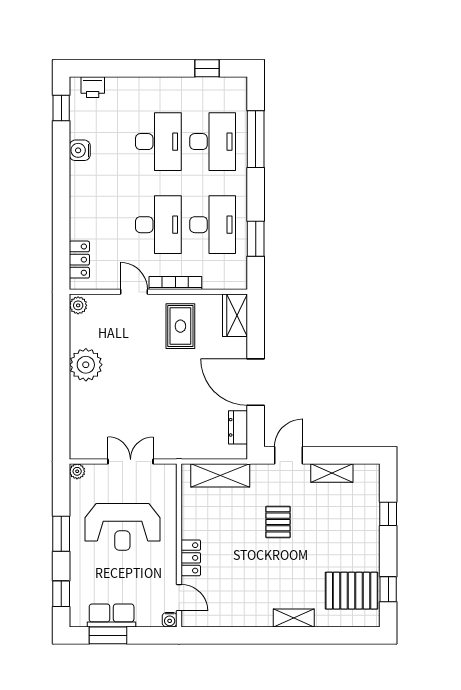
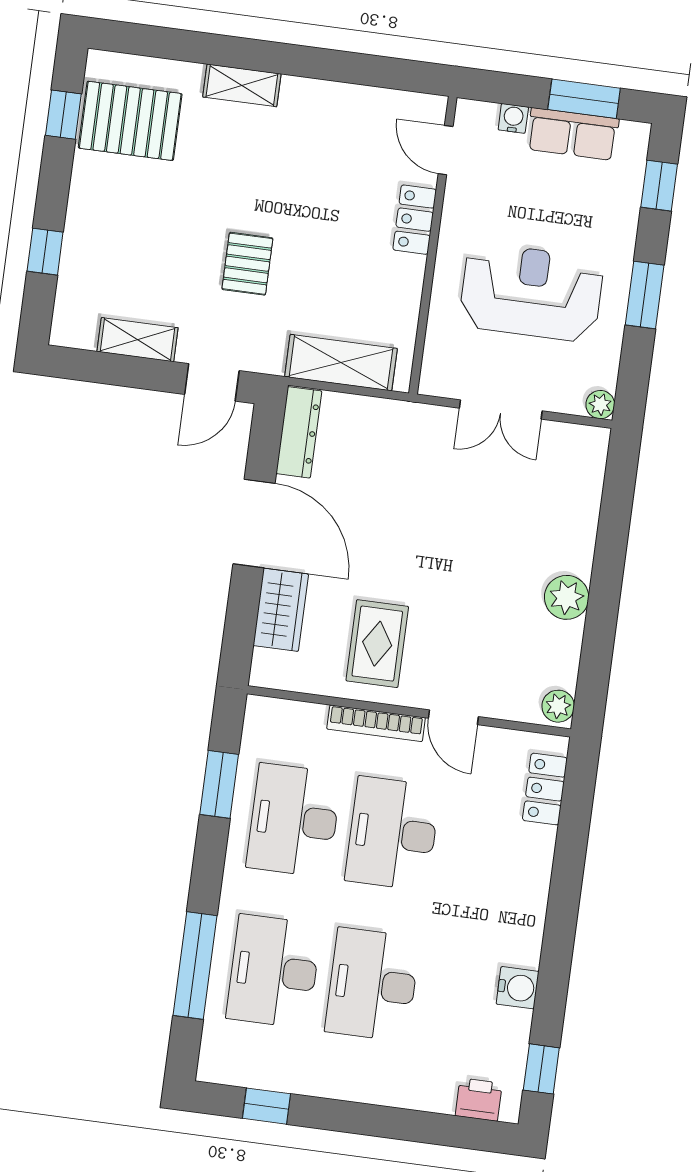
wardrobe: (235, 315) -> (281, 610), moved
plant: (86, 365) -> (567, 597), width x0.73, depth x0.73
dresser: (238, 427) -> (299, 432), width x1.44
water cooler: (170, 620) -> (513, 118), moved

